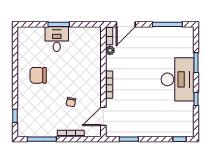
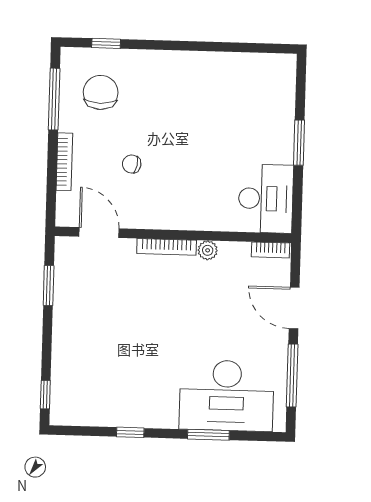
door: (126, 24) -> (294, 308), moved
desk: (57, 39) -> (266, 199), moved, width x1.37
plant: (110, 50) -> (208, 250), moved
chair: (38, 75) -> (101, 92), moved
desk: (178, 79) -> (227, 396), moved

